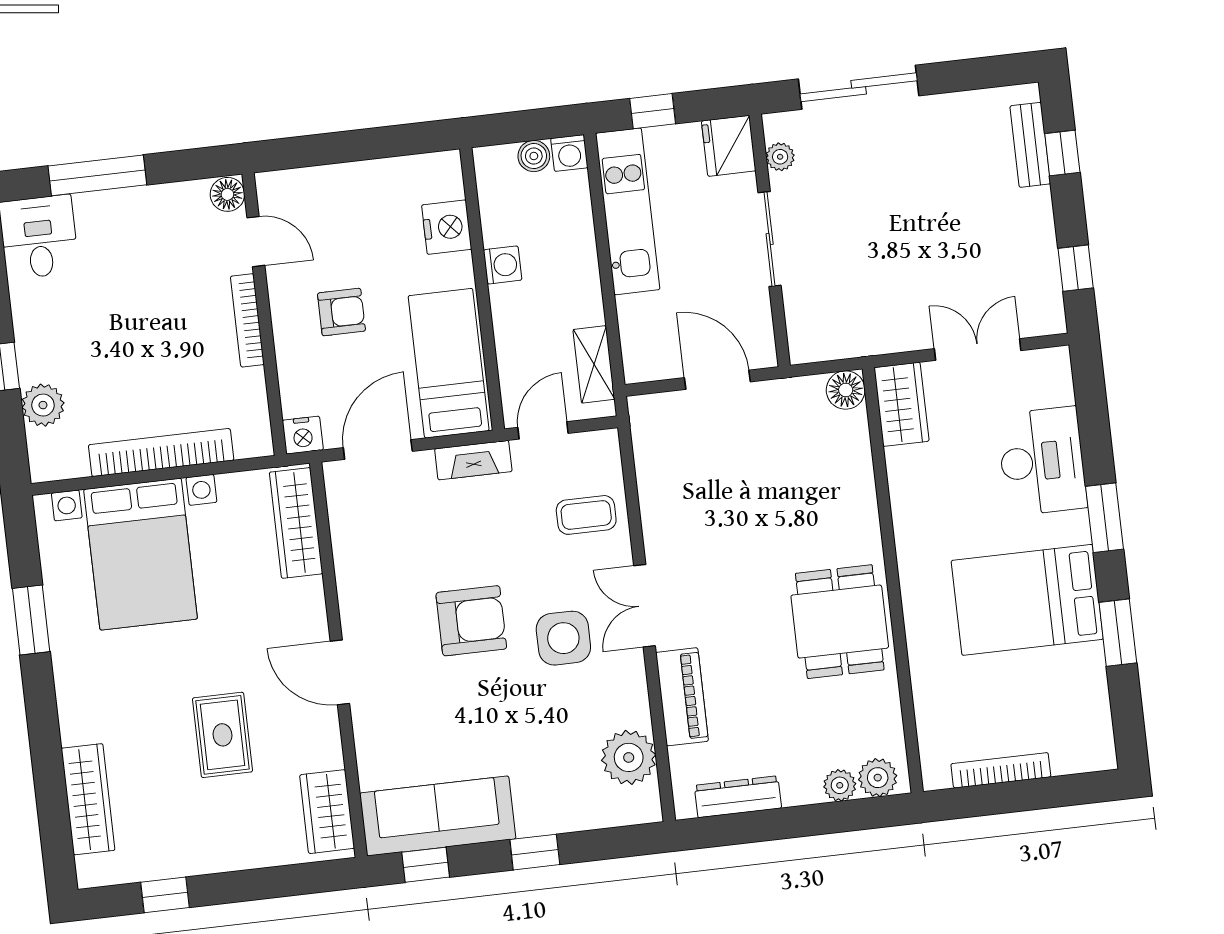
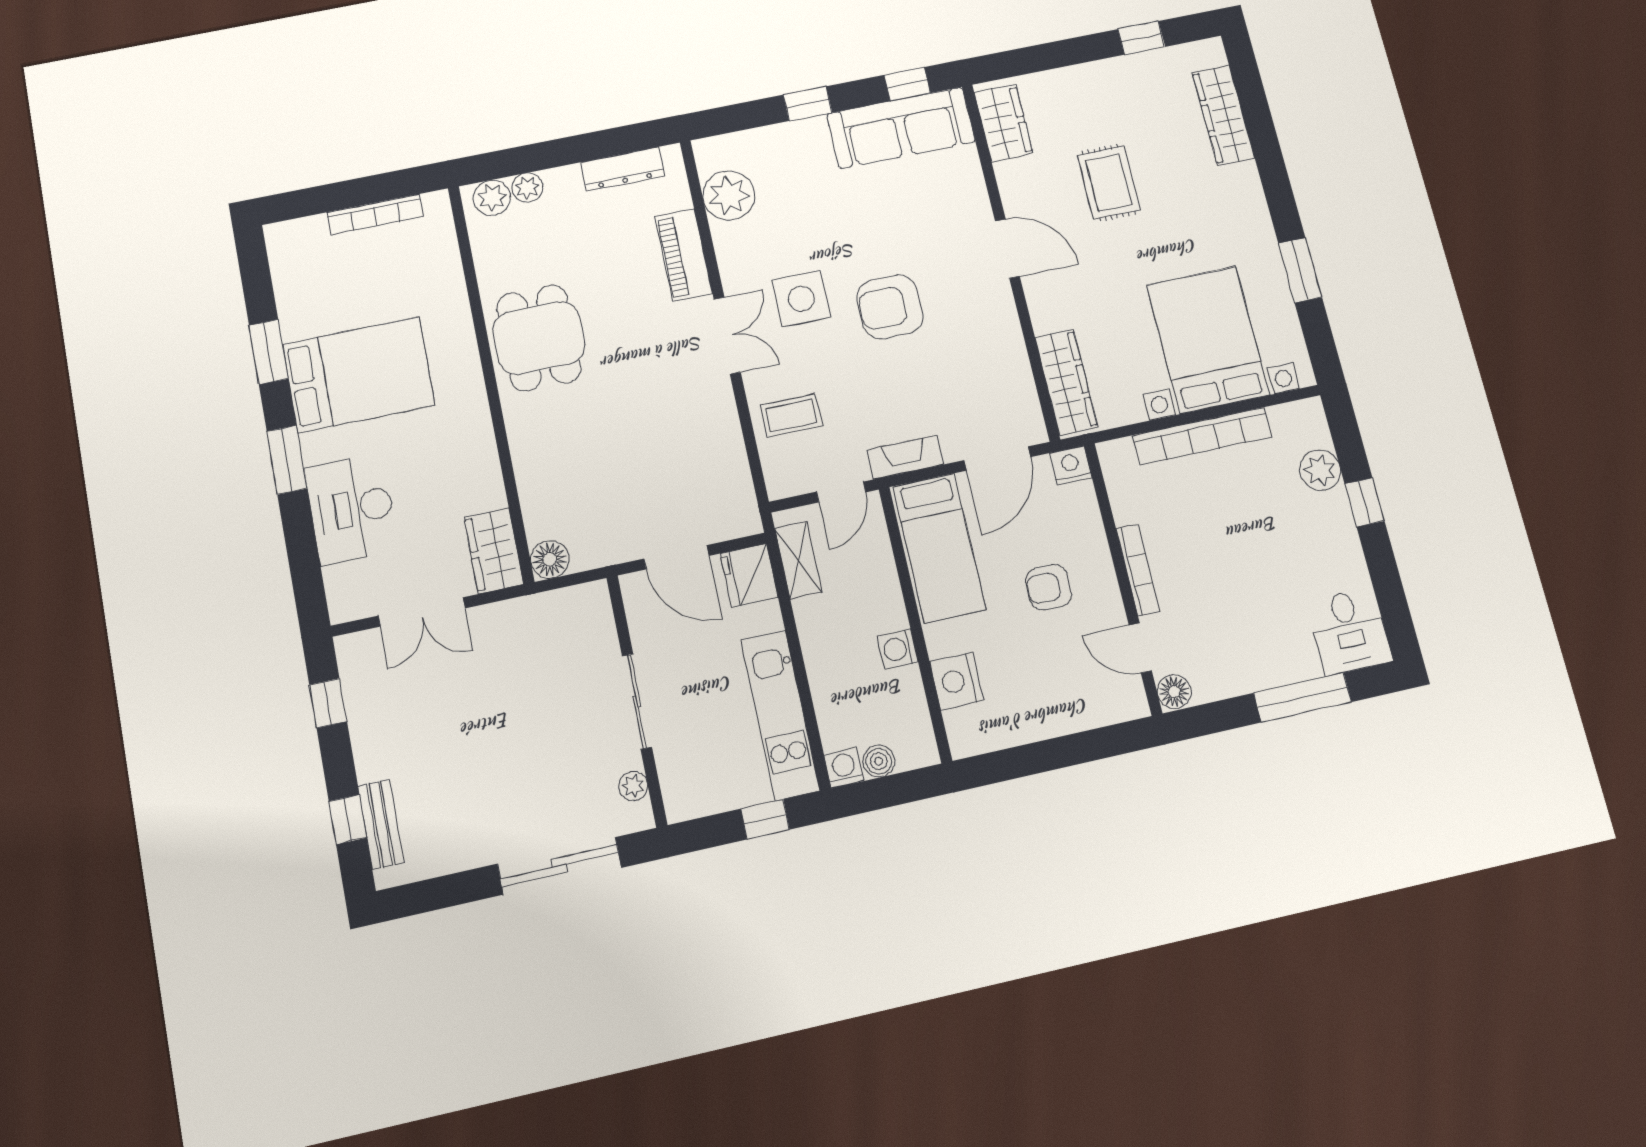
fridge: (729, 146) -> (749, 575), moved, turned 180

